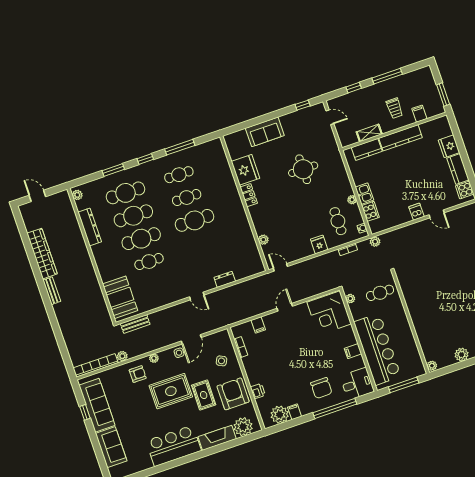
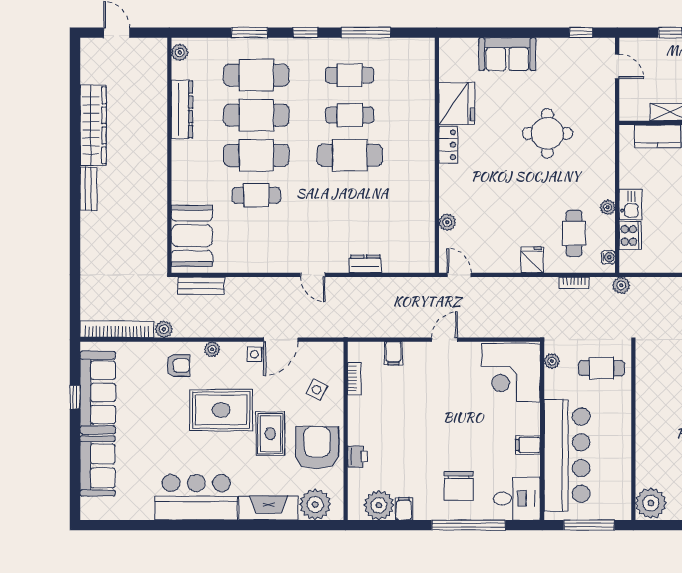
plant: (432, 366) -> (651, 503), width x1.87, depth x1.87

